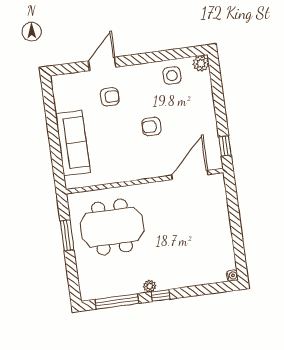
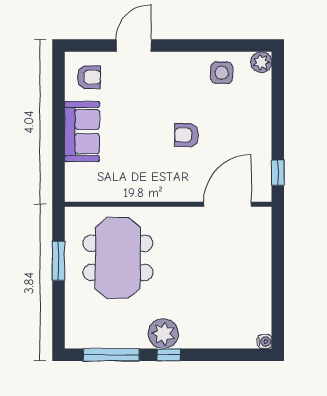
armchair: (110, 97) -> (89, 77), moved
sofa: (73, 143) -> (82, 132), width x0.73
meeting table: (112, 227) -> (118, 258), turned 90
plant: (150, 286) -> (163, 334), width x1.87, depth x1.87

